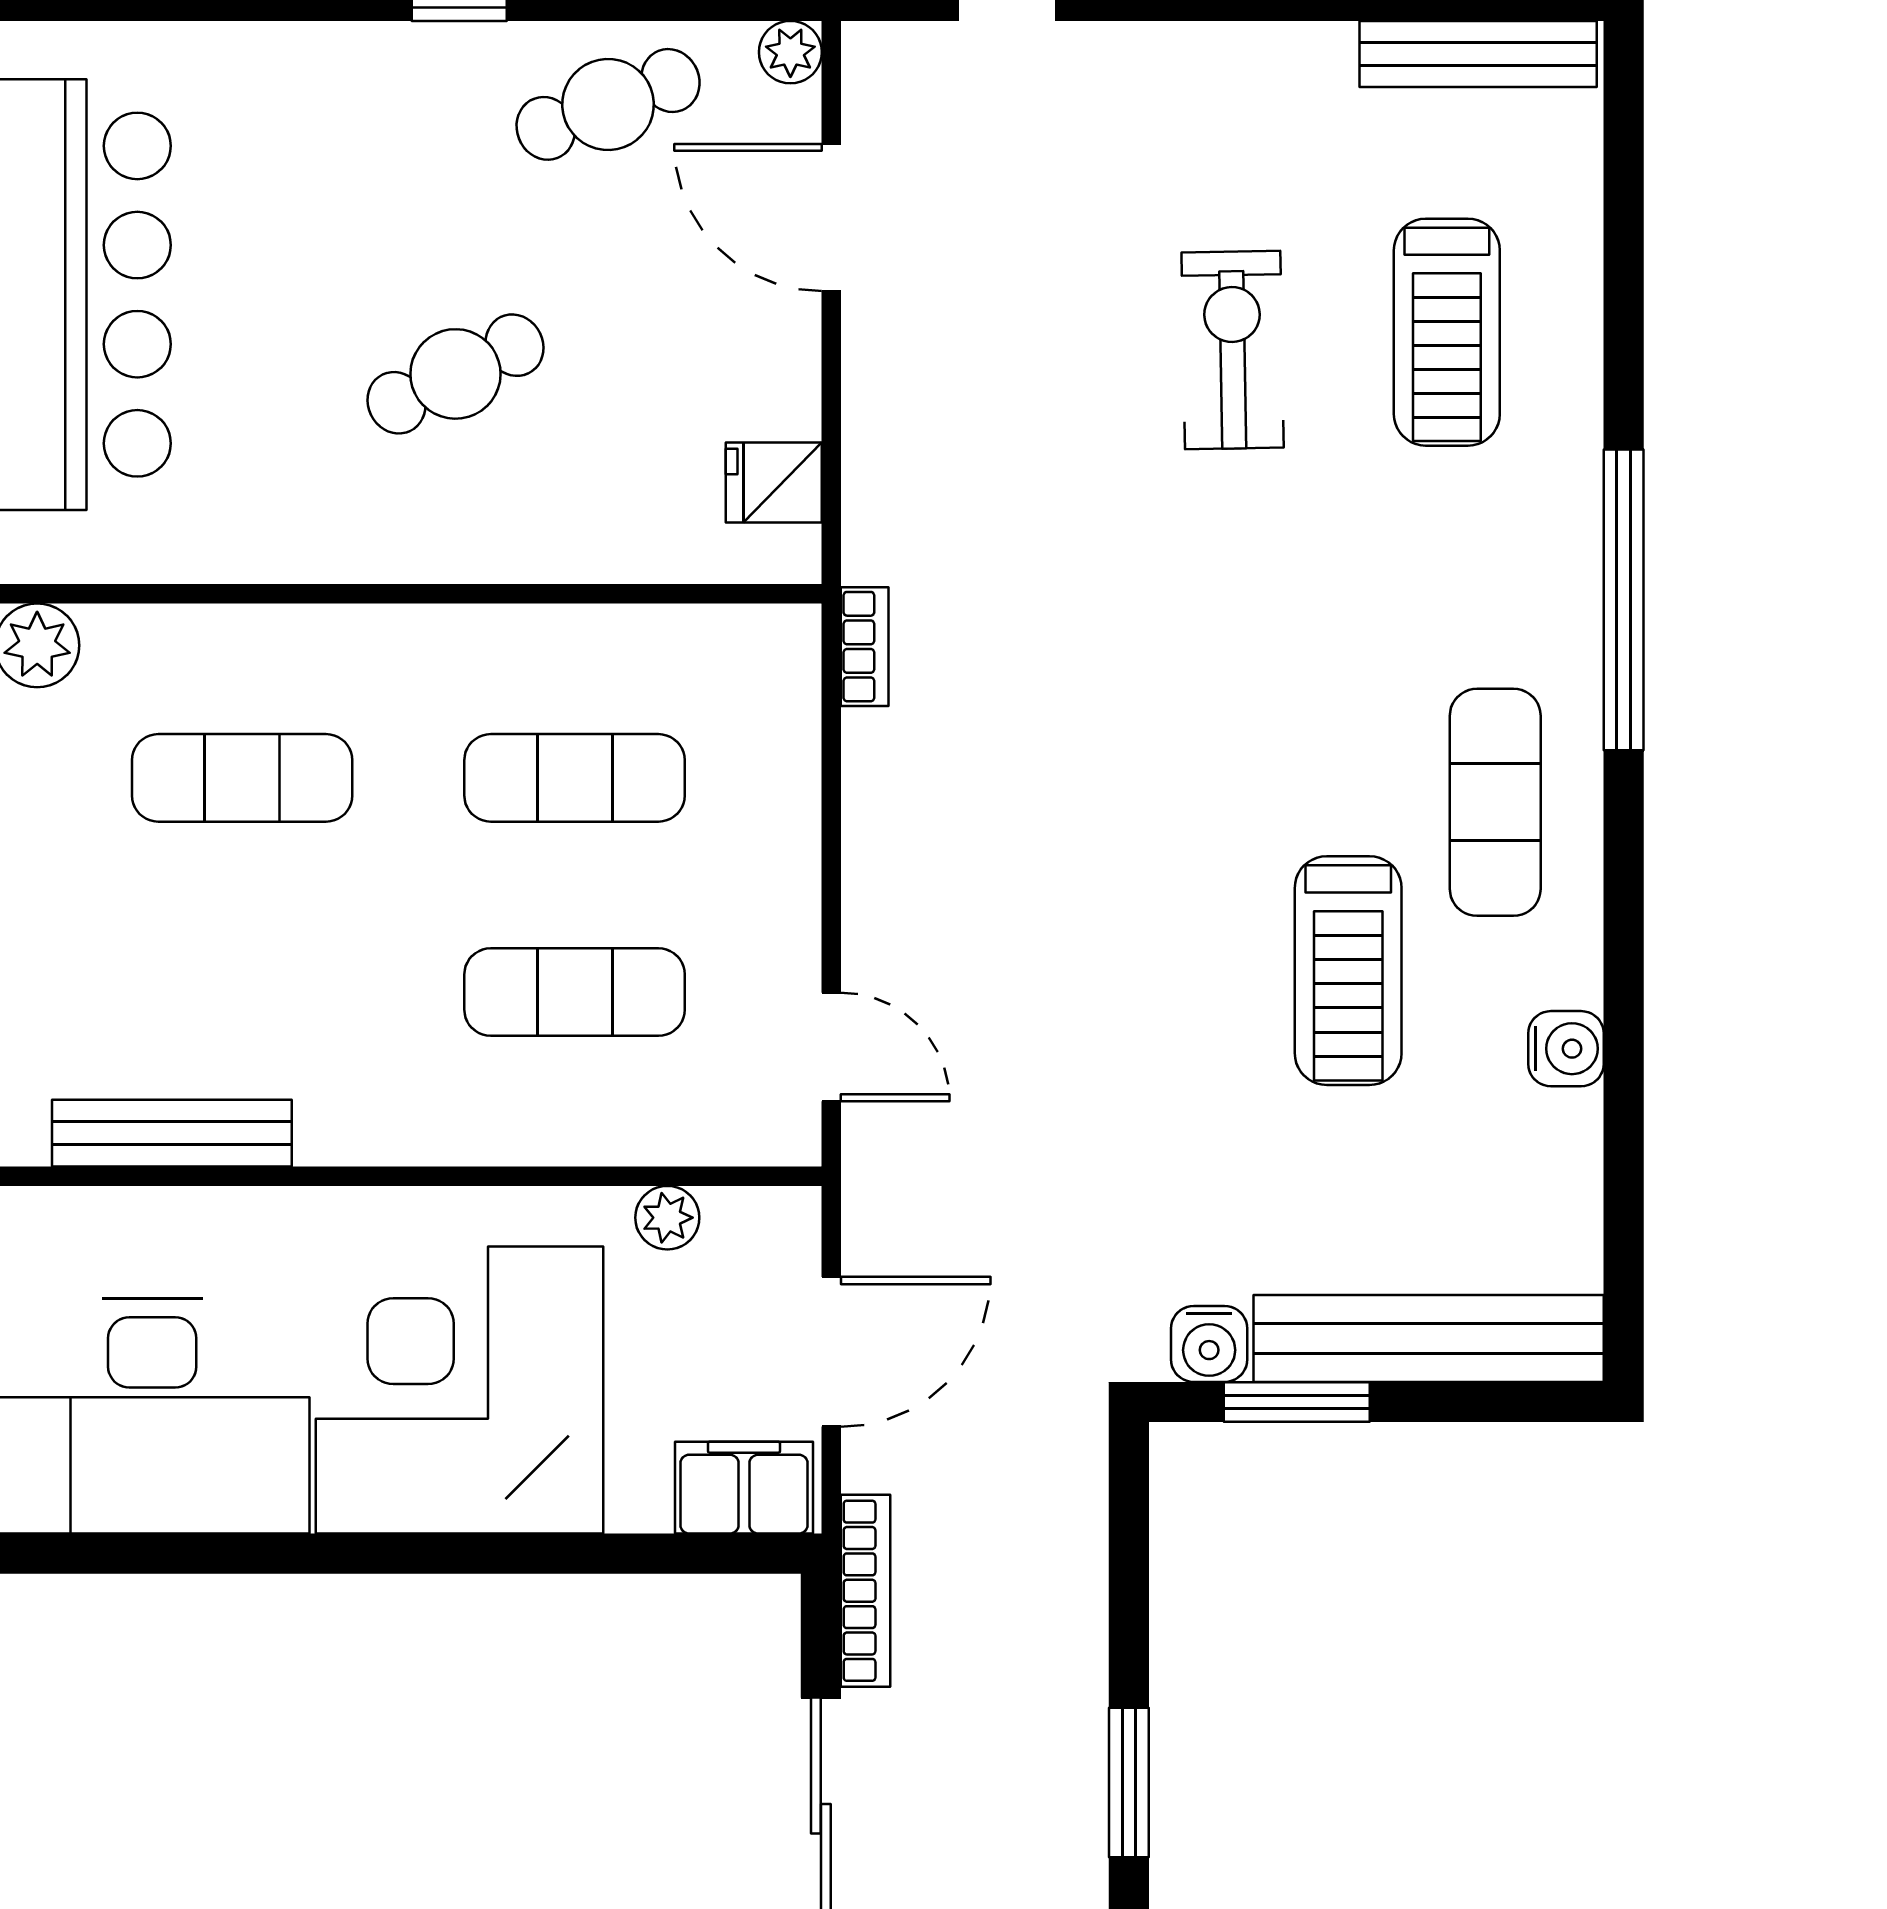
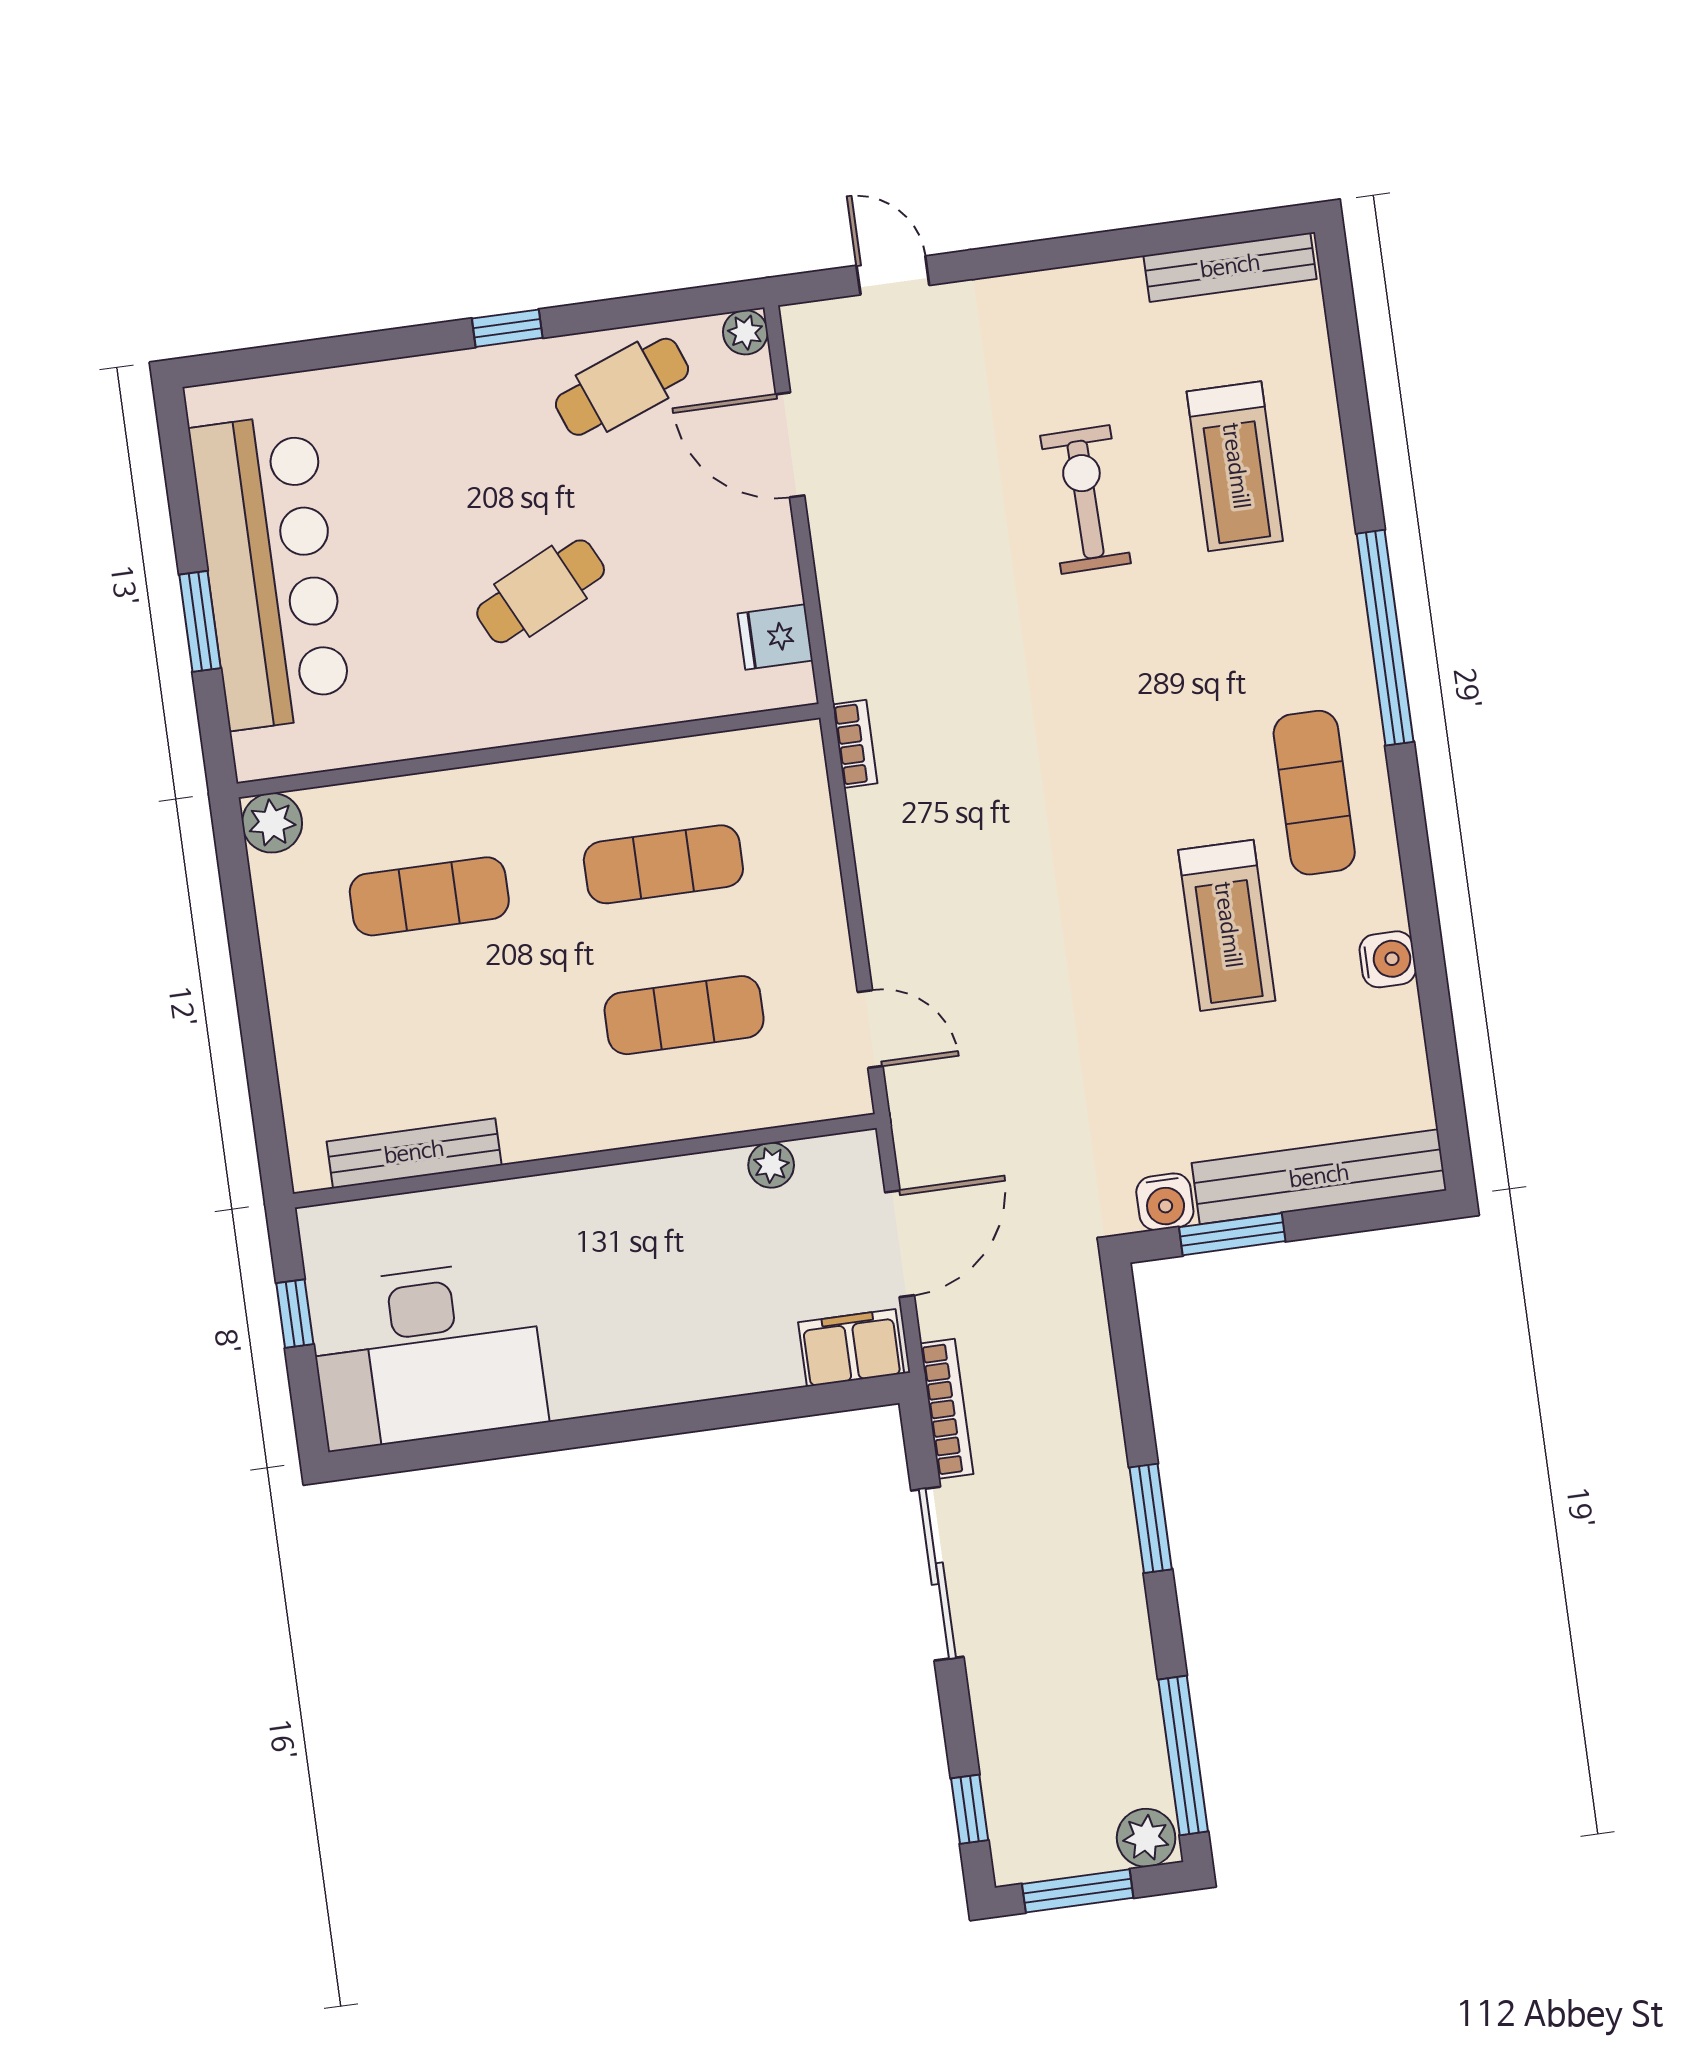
corner desk: (459, 1390) -> (641, 1307), removed

